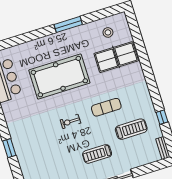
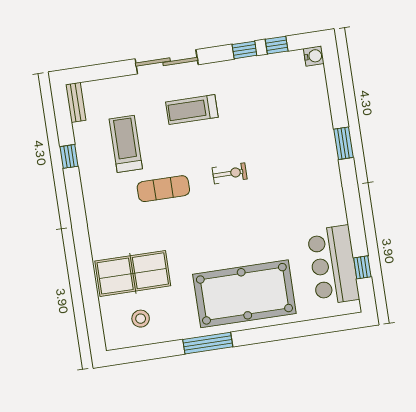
pool table: (59, 77) -> (244, 294), moved
treadmill: (131, 129) -> (126, 144), turned 90
treadmill: (97, 154) -> (192, 110), turned 180

